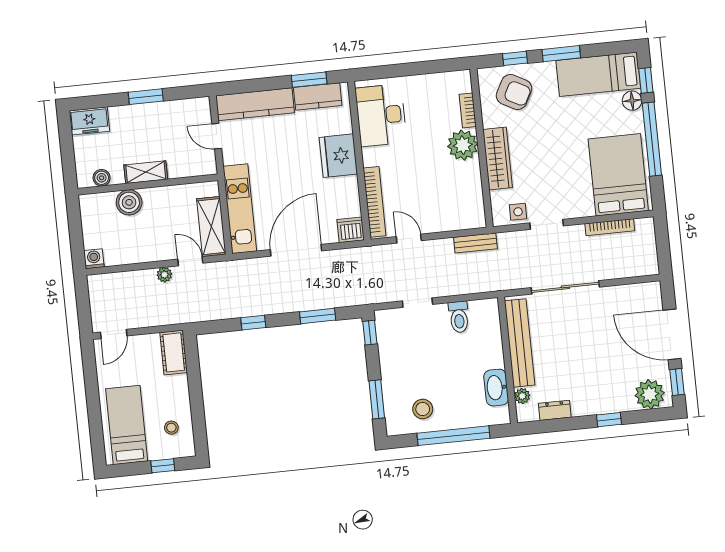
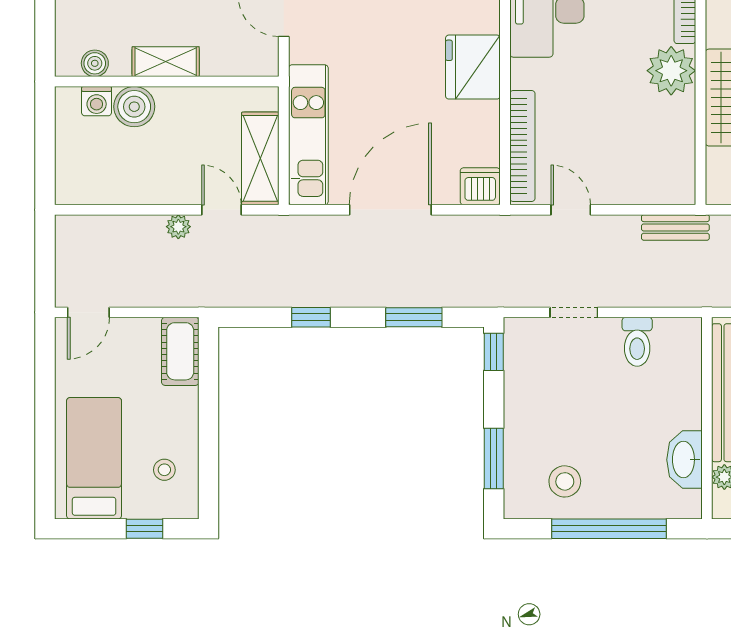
washing machine: (94, 259) -> (97, 101), moved, turned 180

